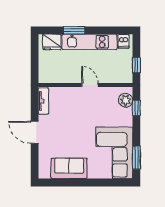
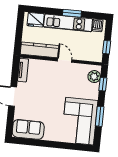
window: (74, 30) -> (72, 13), moved
kitchen counter: (60, 76) -> (39, 50), added
window: (136, 158) -> (100, 116), moved
sofa: (69, 168) -> (28, 129), moved

